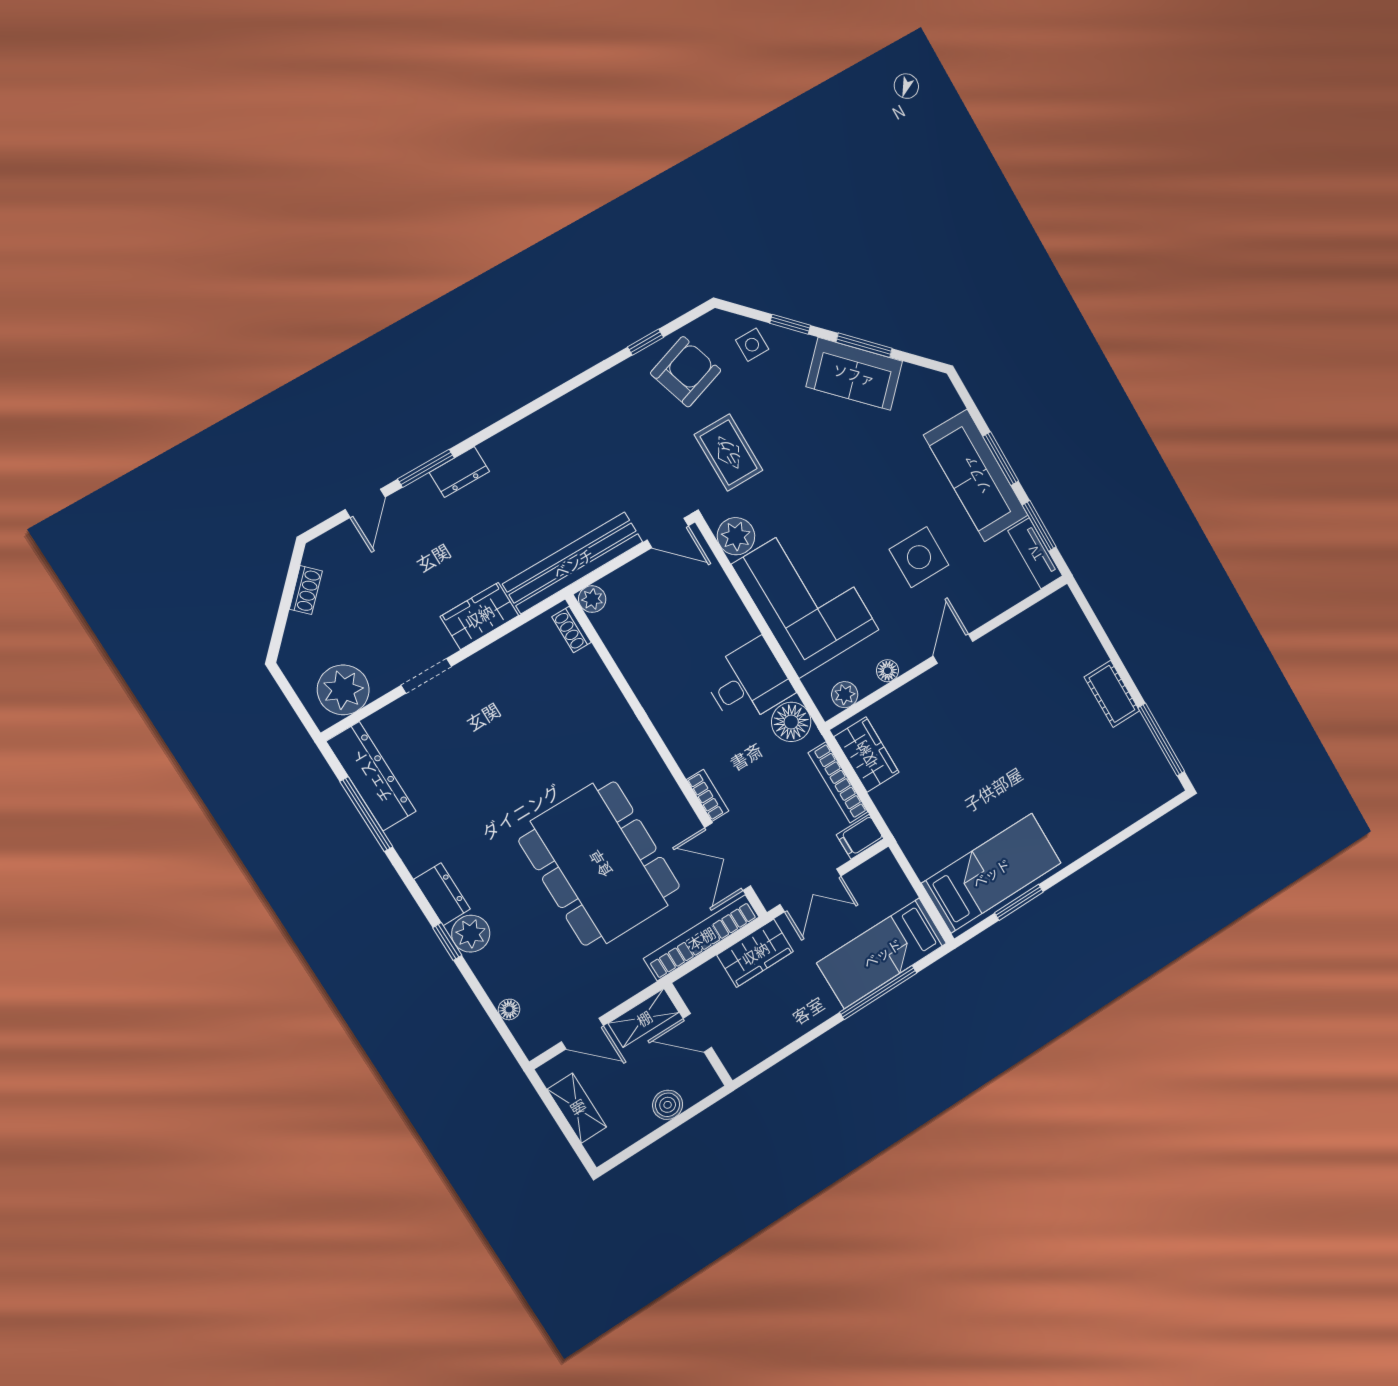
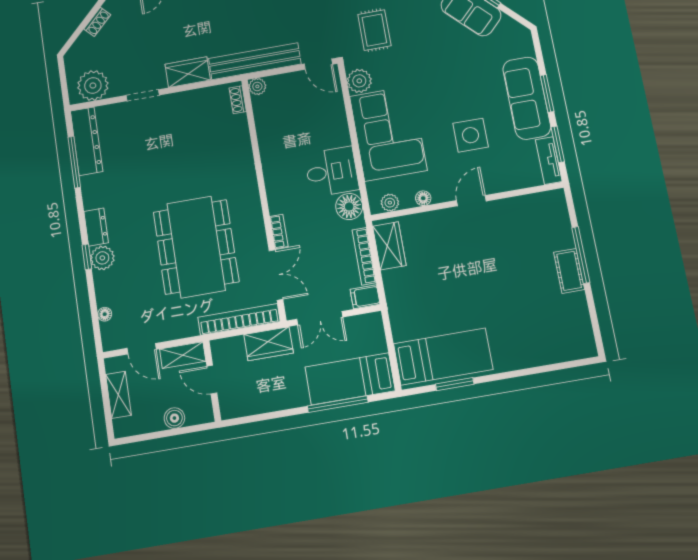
window: (1161, 740) -> (581, 255), moved
double door: (728, 857) -> (276, 275), swing flipped

